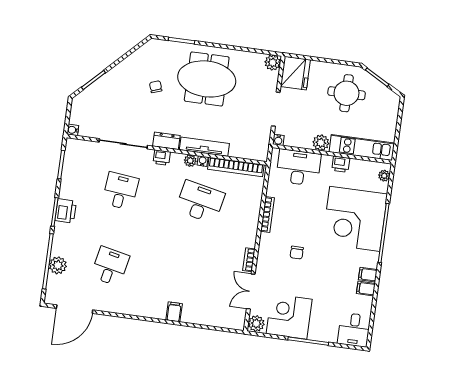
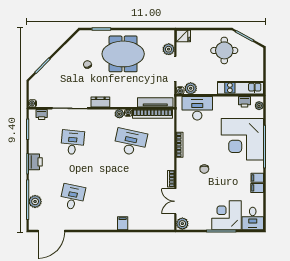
plant: (273, 63) -> (169, 49), moved
fridge: (295, 73) -> (183, 36), width x0.53, depth x0.75
plant: (321, 143) -> (191, 88), moved
tv unit: (204, 147) -> (155, 102), moved
printer: (162, 158) -> (42, 114), moved
printer: (341, 164) -> (245, 102), moved
corner desk: (289, 316) -> (227, 215), moved

